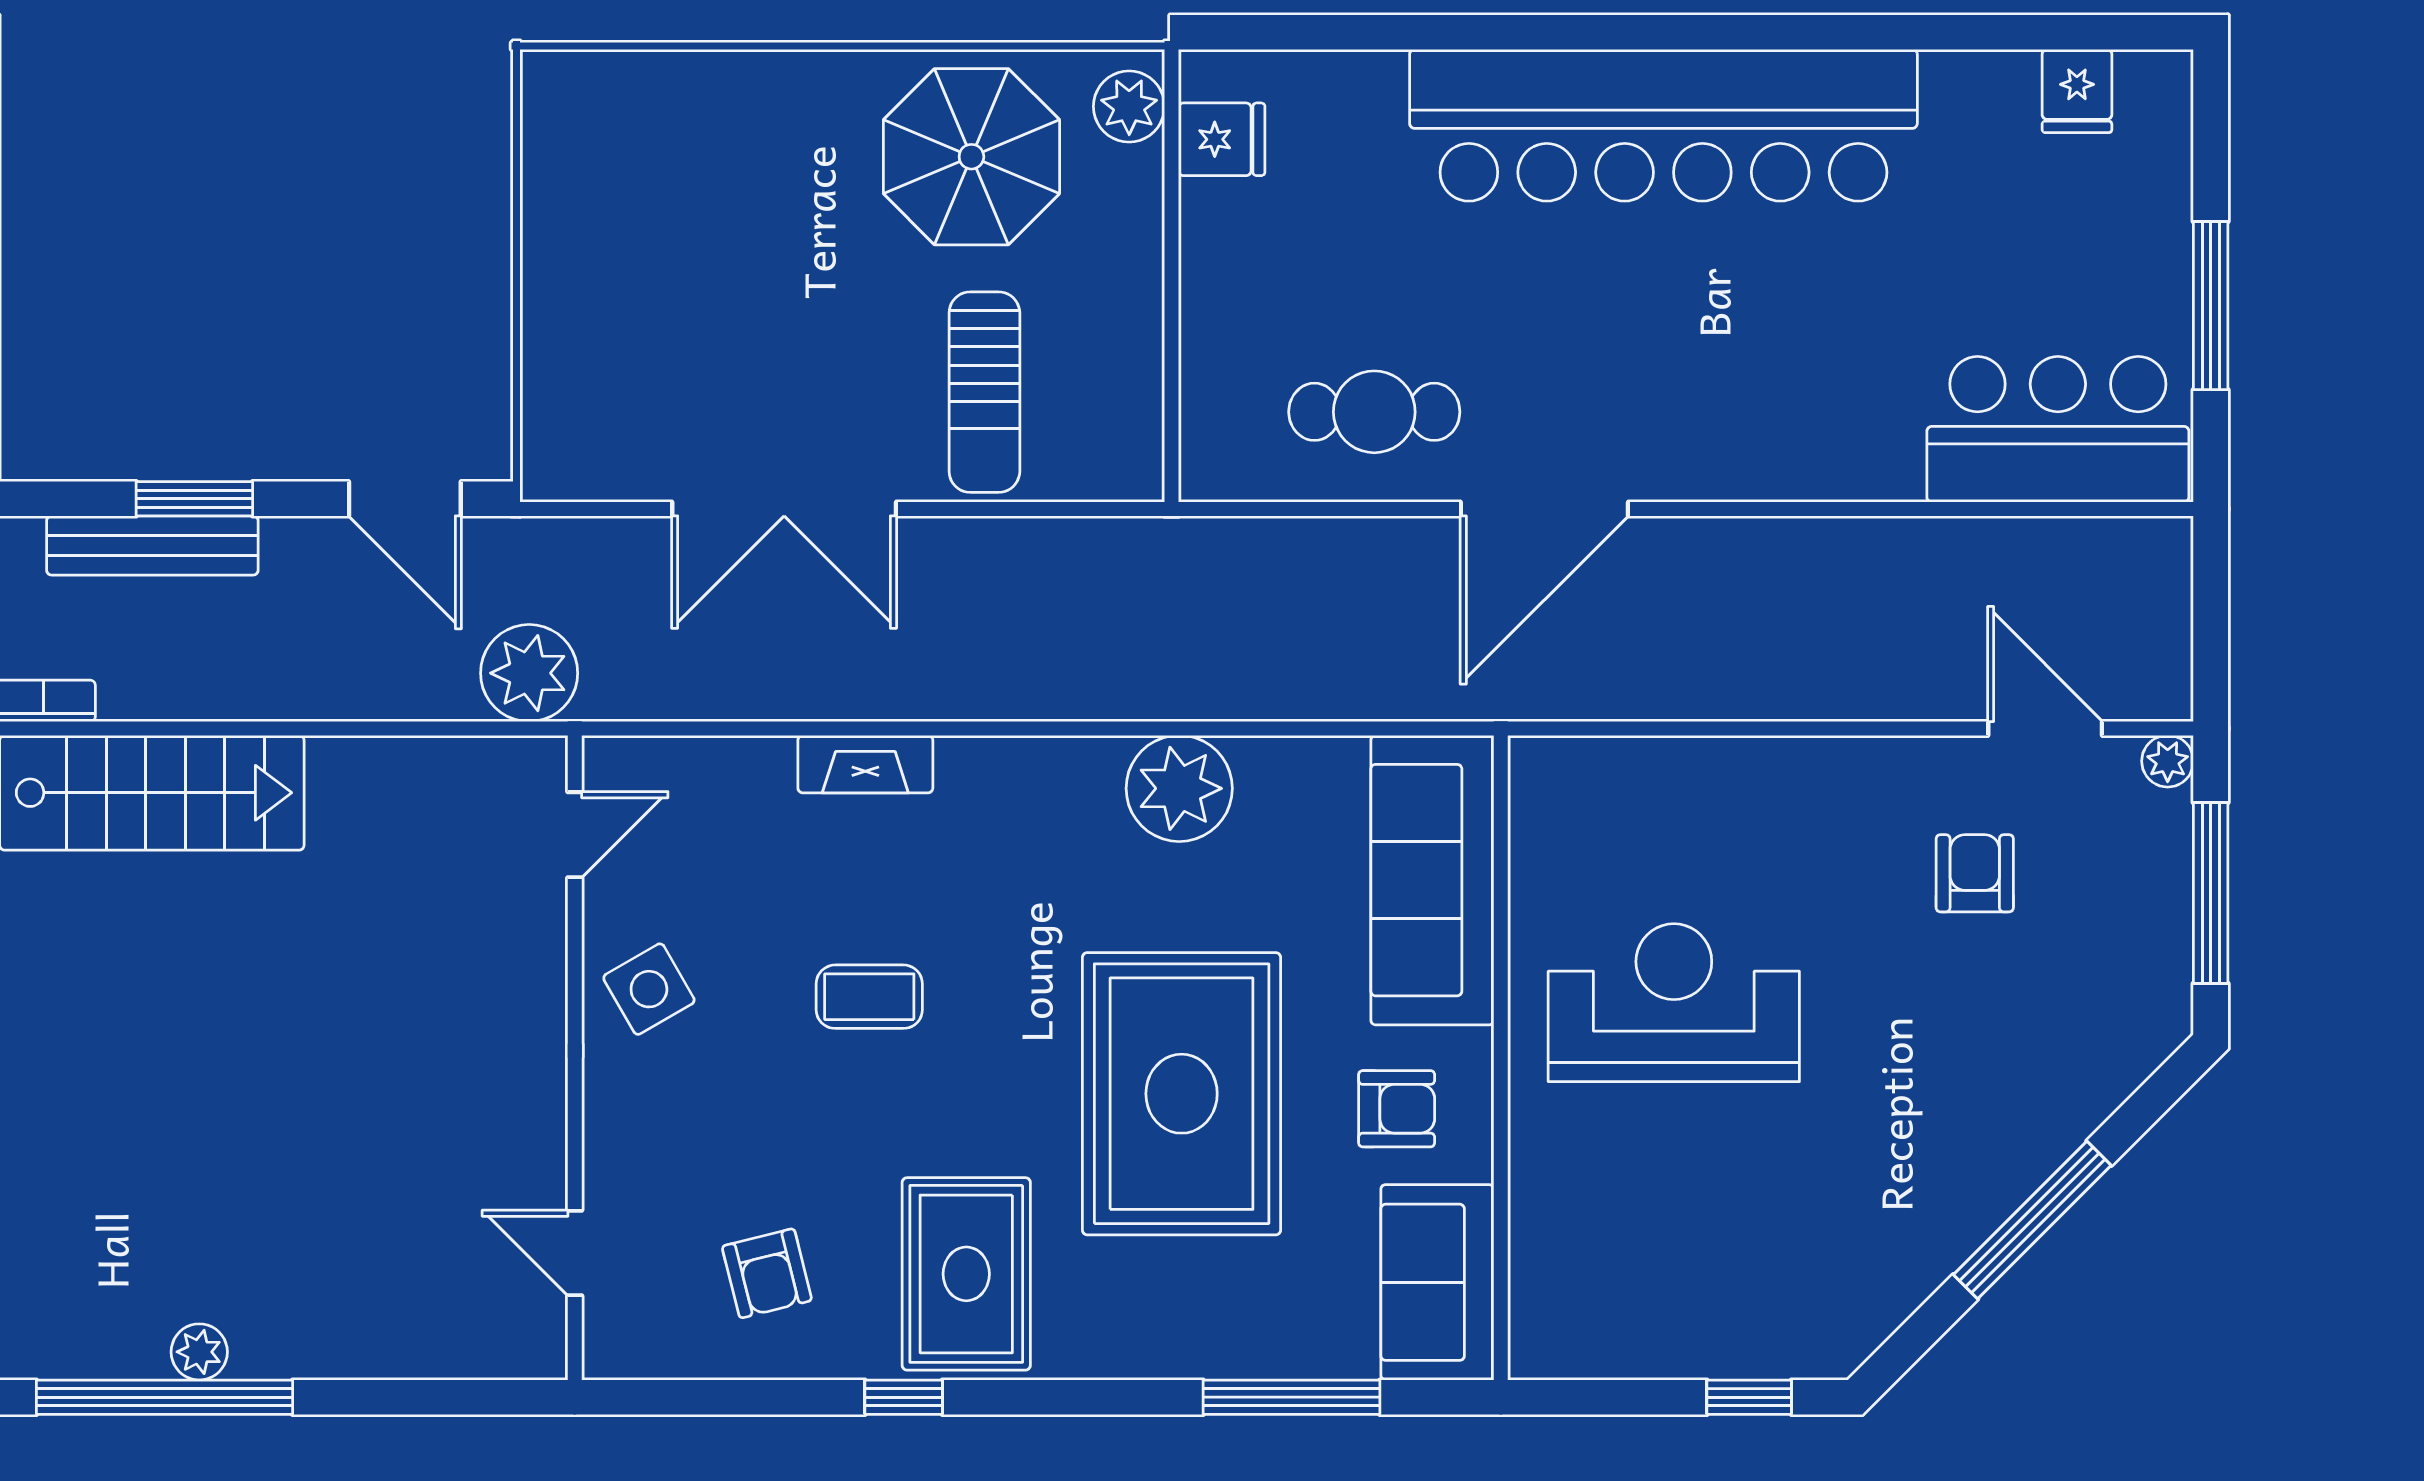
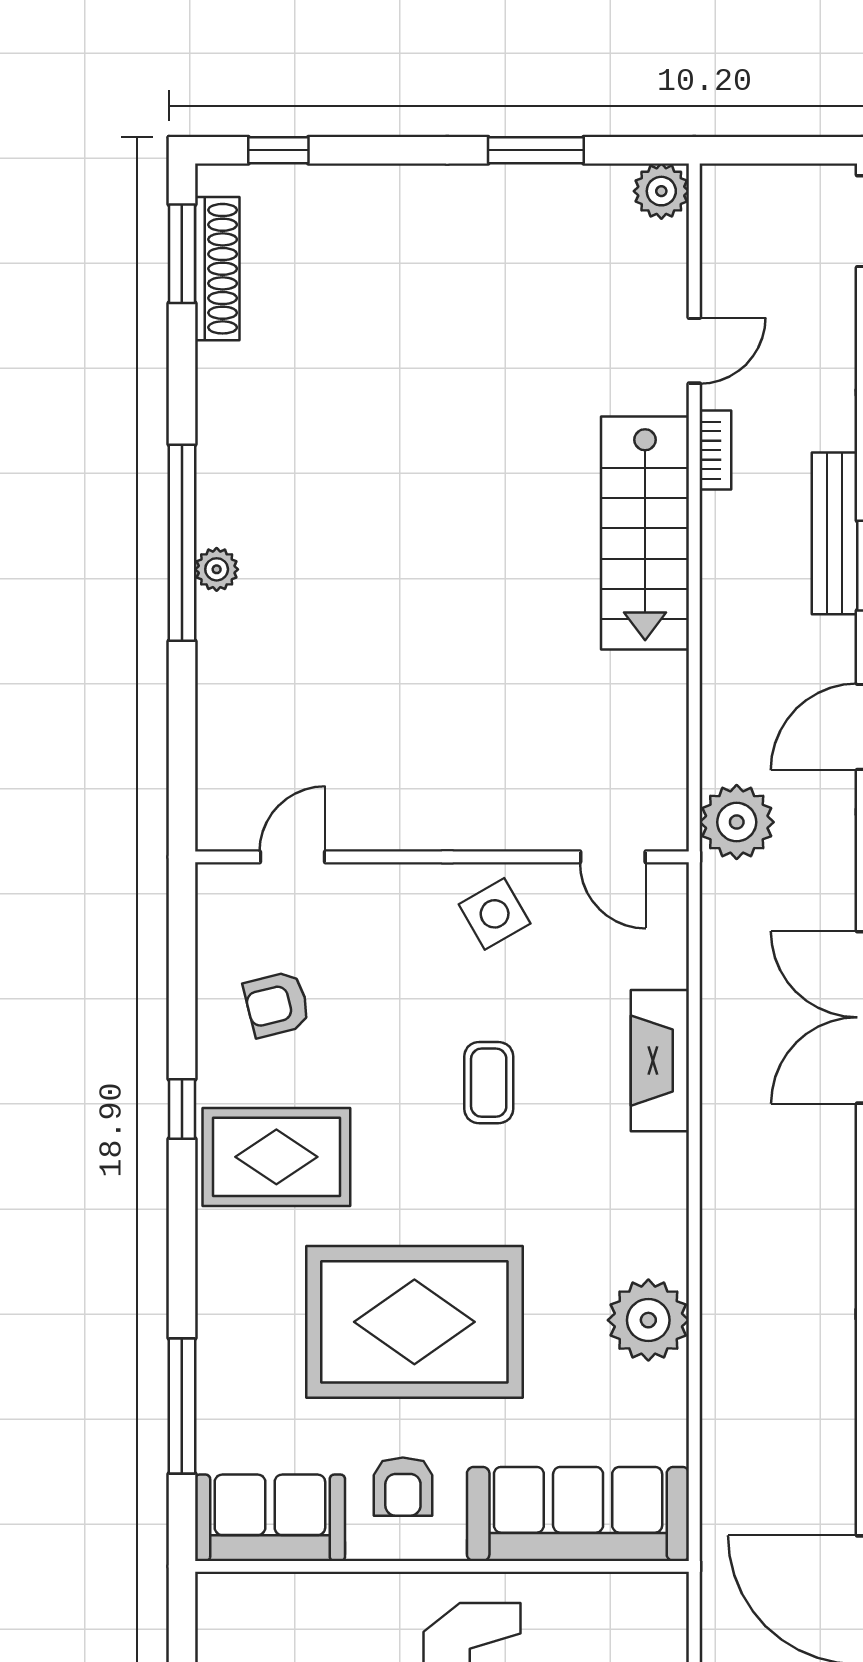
fireplace: (865, 764) -> (660, 1061), width x1.37, depth x1.32

